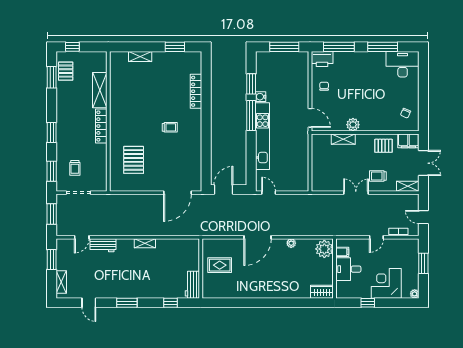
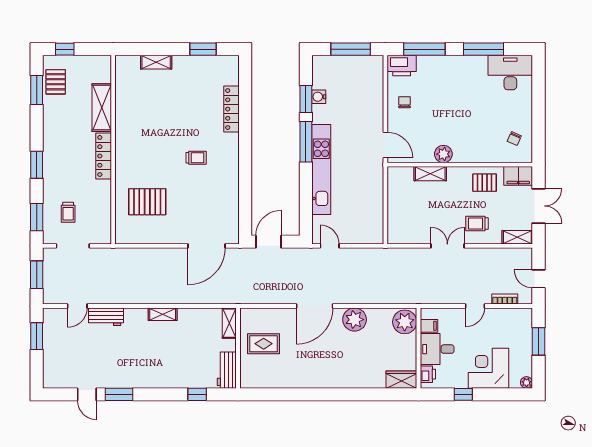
water cooler: (261, 97) -> (319, 97), moved
pallet: (134, 160) -> (147, 202), turned 90
plant: (291, 243) -> (355, 320), width x1.87, depth x1.87
shelving: (61, 282) -> (229, 323), moved
printer: (341, 288) -> (428, 374), added
window: (127, 303) -> (119, 394), moved

